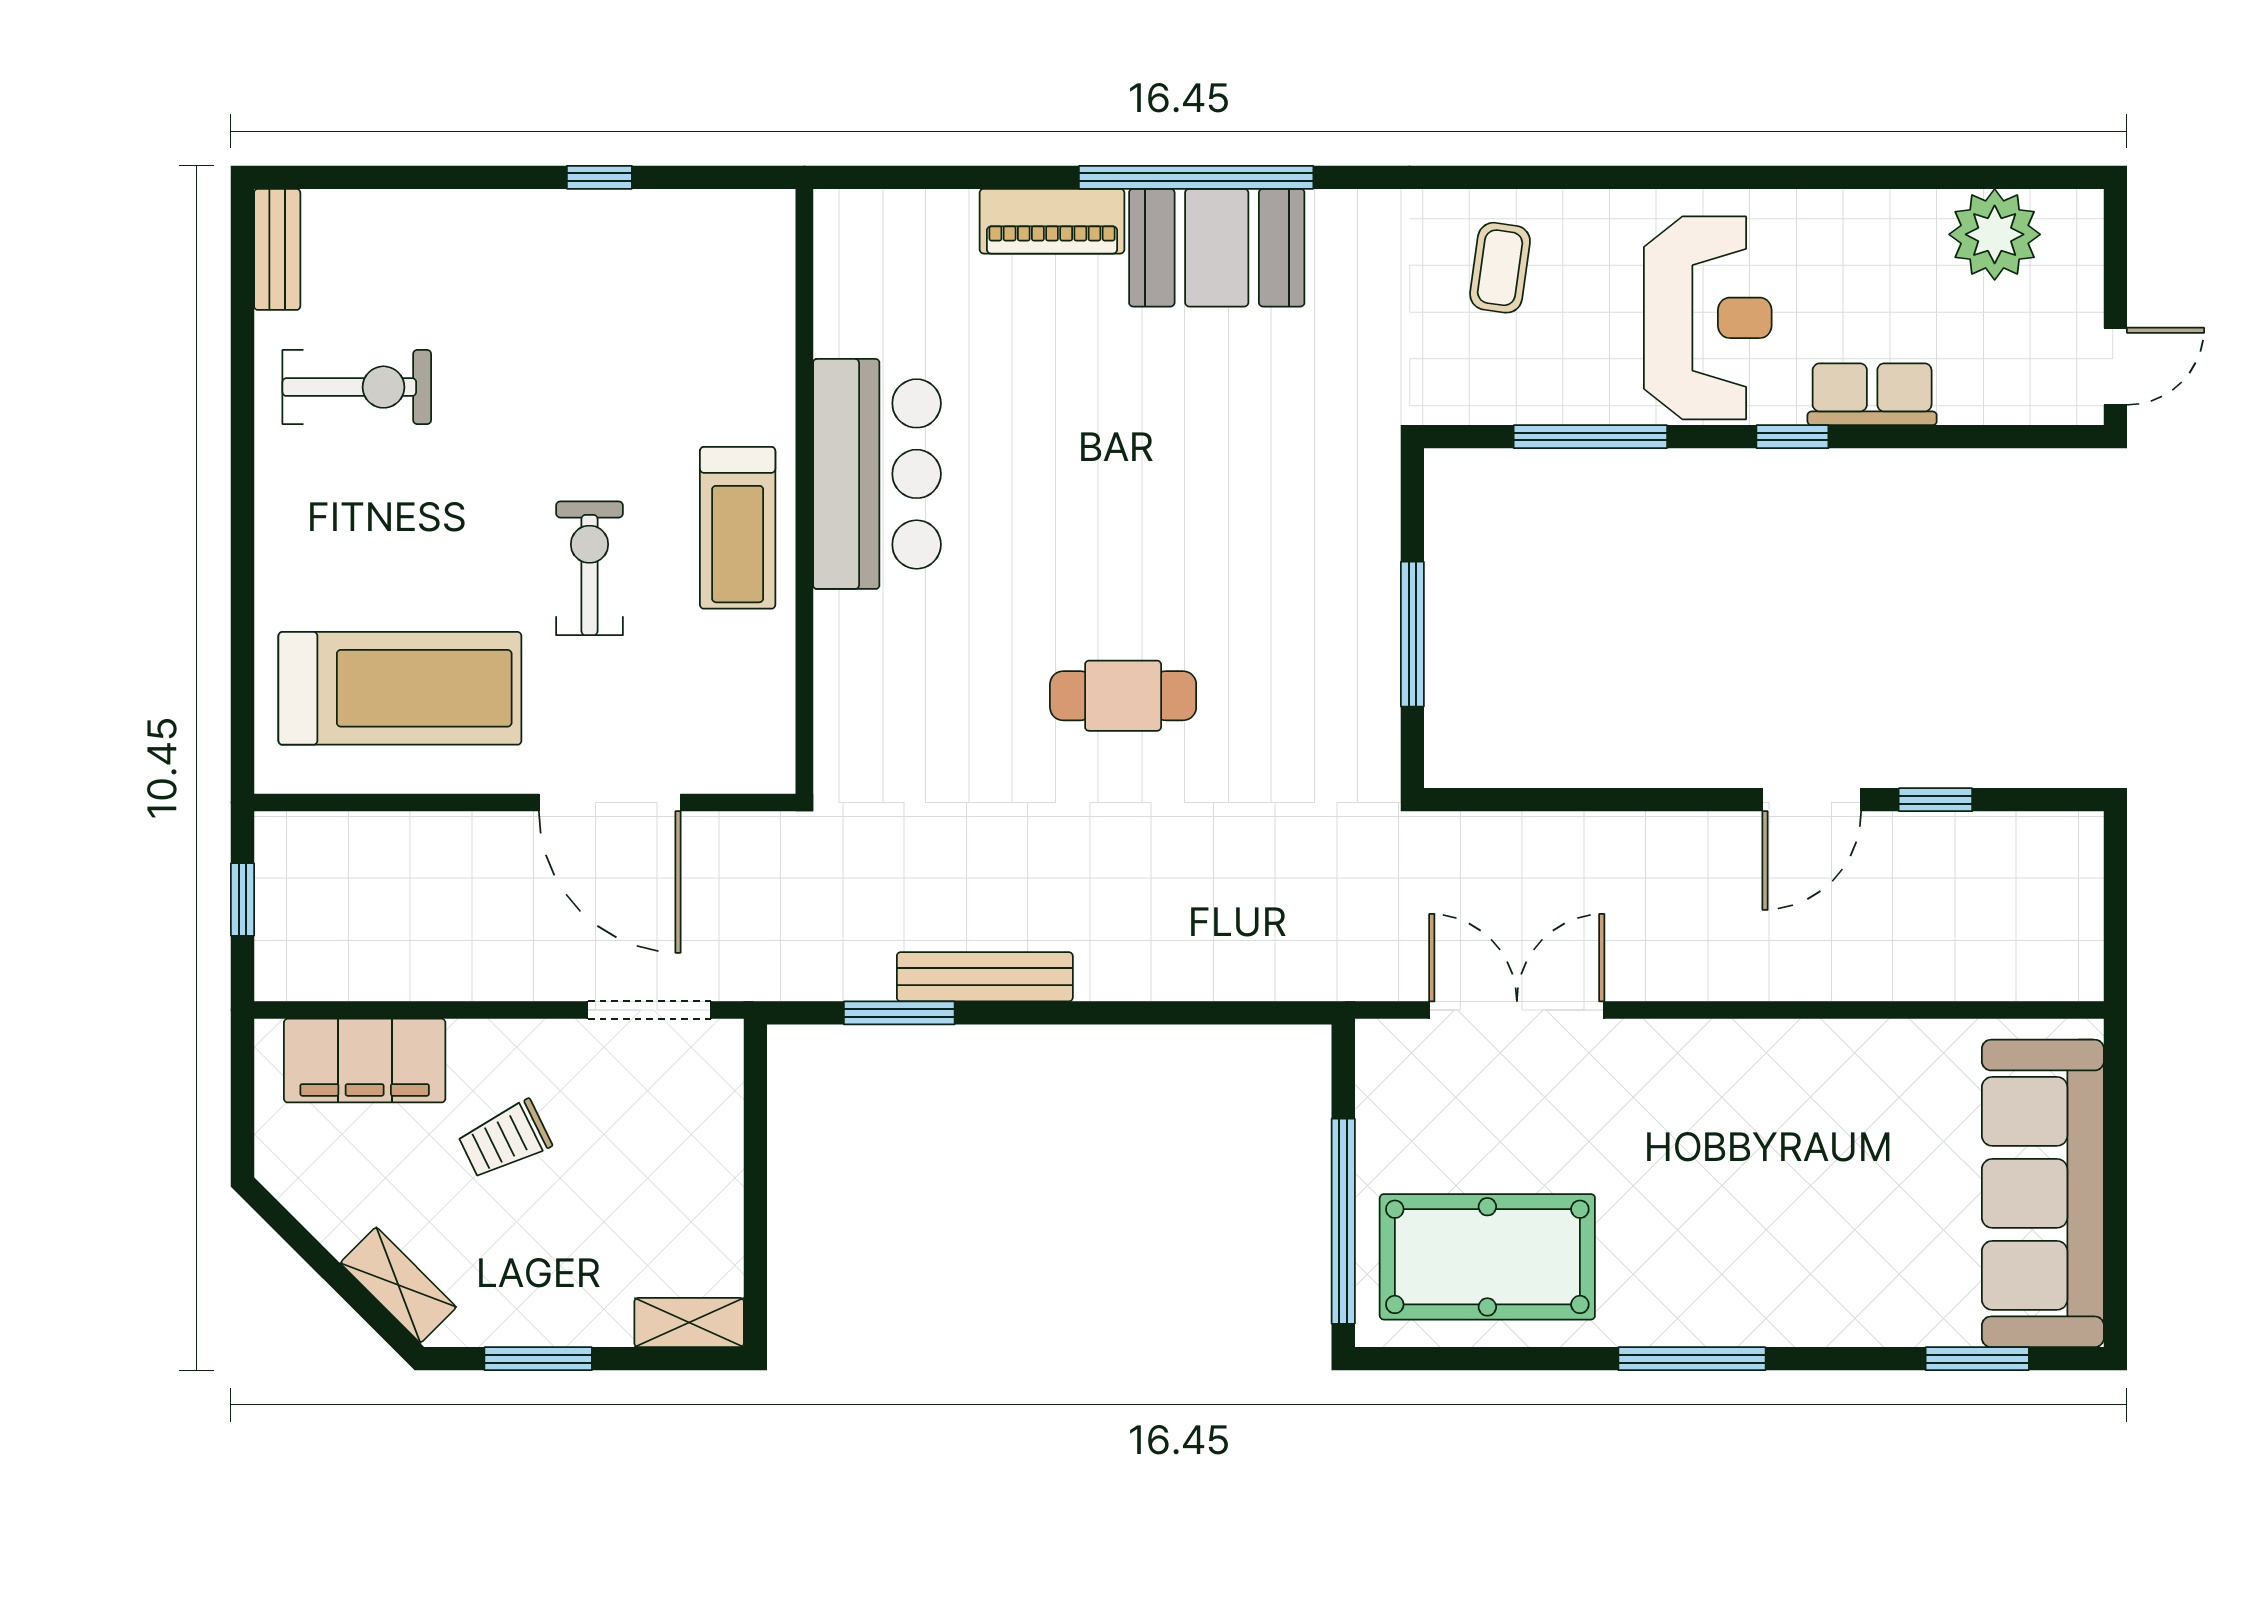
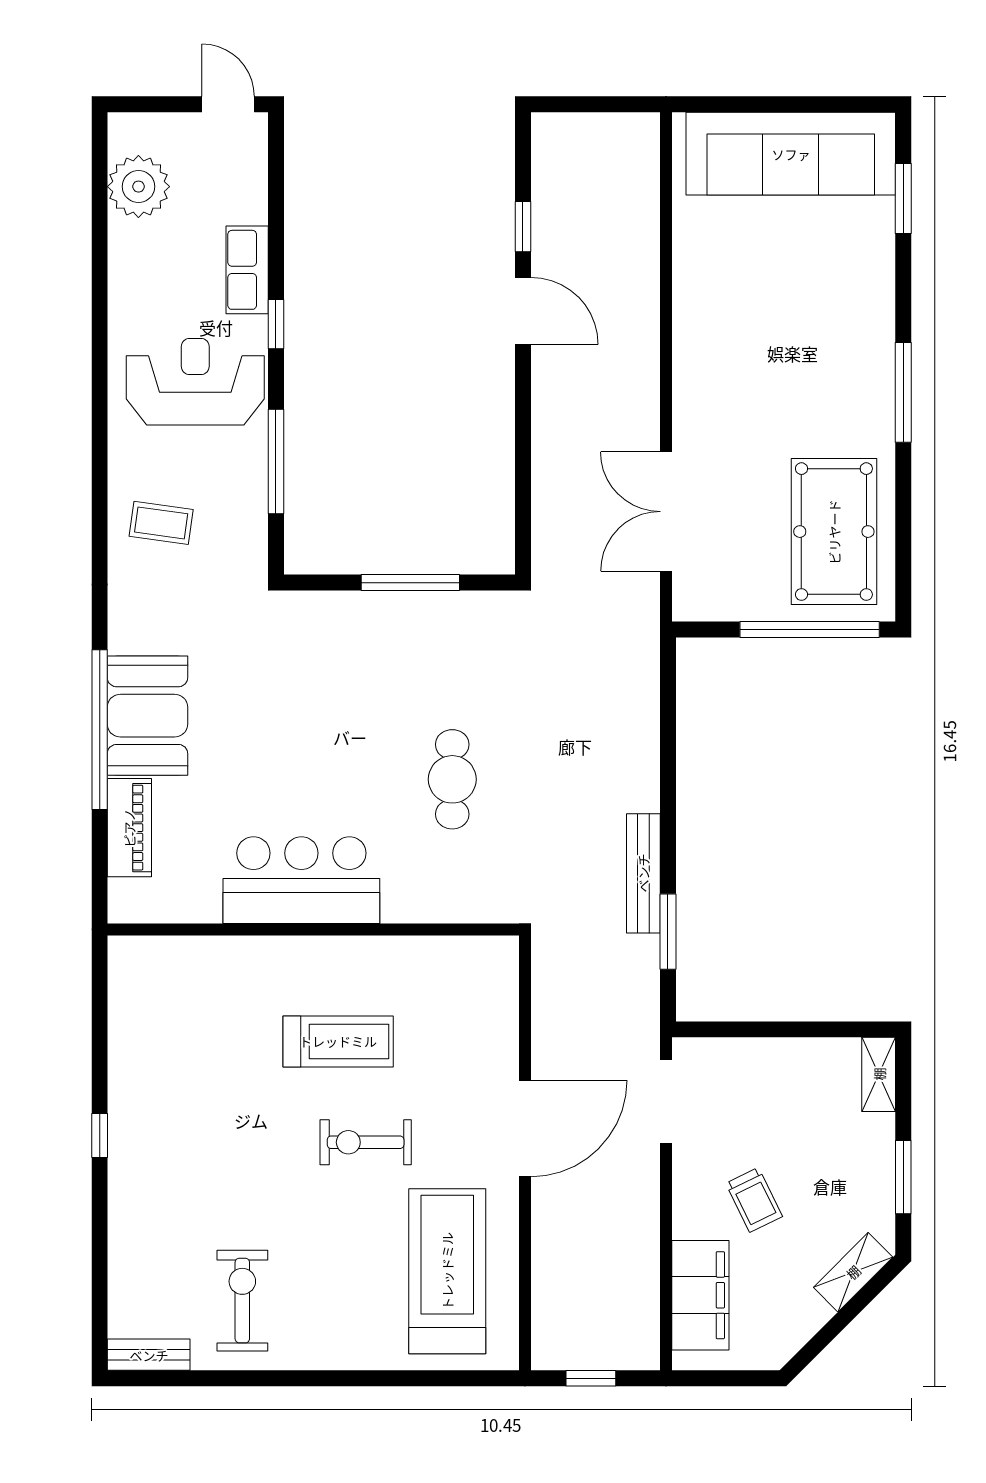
bar counter: (877, 474) -> (301, 880), moved
wall: (804, 491) -> (313, 929), moved

